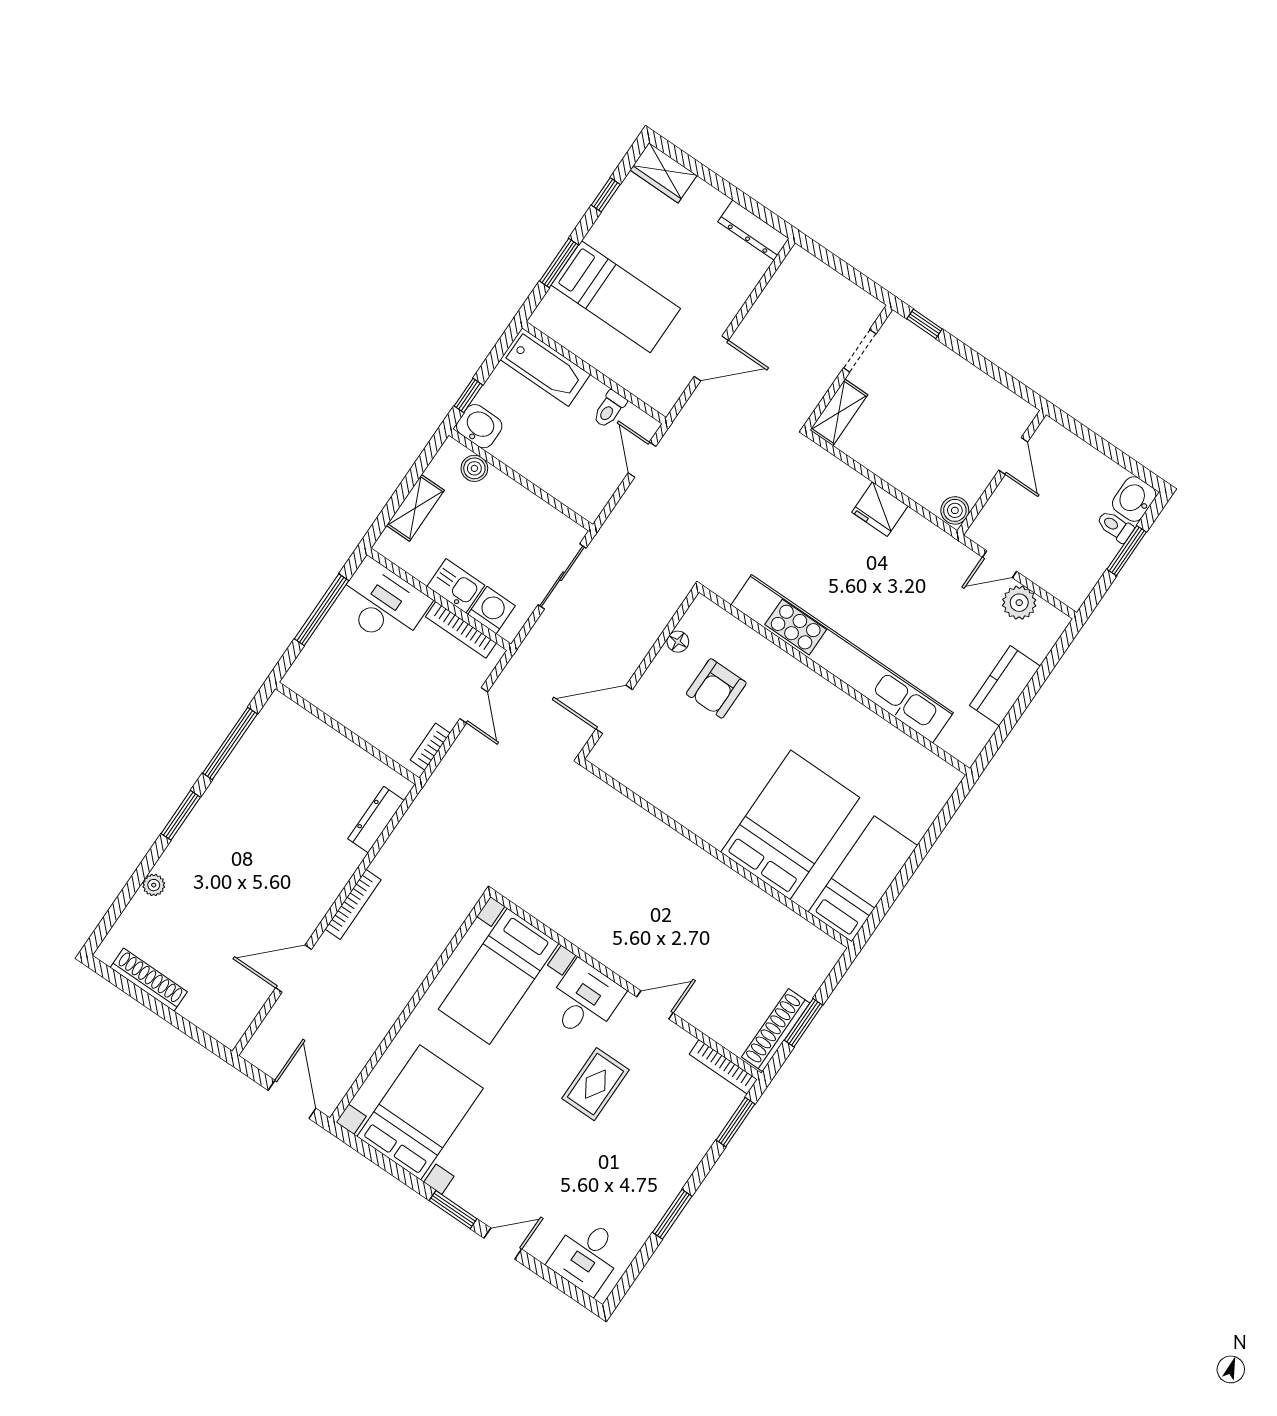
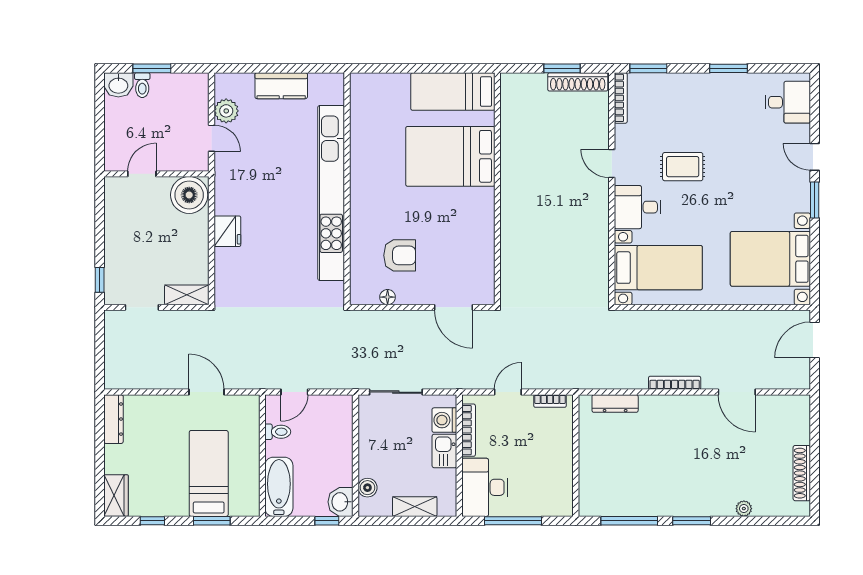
boiler: (955, 510) -> (189, 195), width x1.86, depth x1.86

